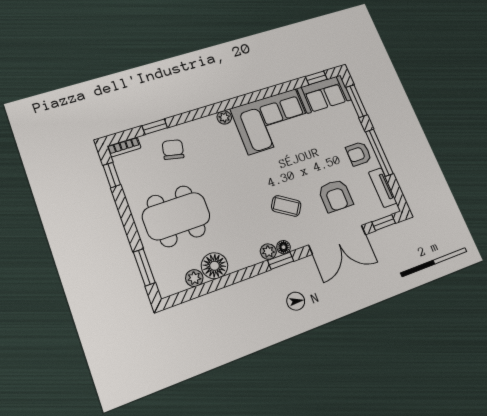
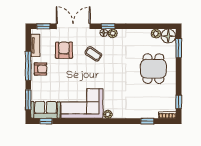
chair: (173, 150) -> (142, 105), removed
dining table: (176, 216) -> (153, 69), width x0.73
floor lamp: (214, 266) -> (168, 36), moved

